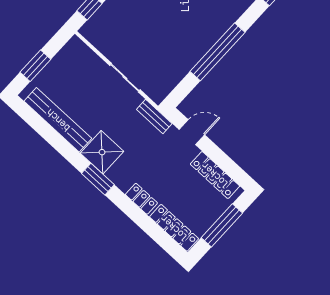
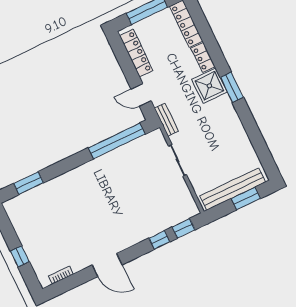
window: (217, 52) -> (117, 141), moved
bench: (58, 120) -> (233, 189), moved, turned 90
shower: (102, 152) -> (209, 86), moved

